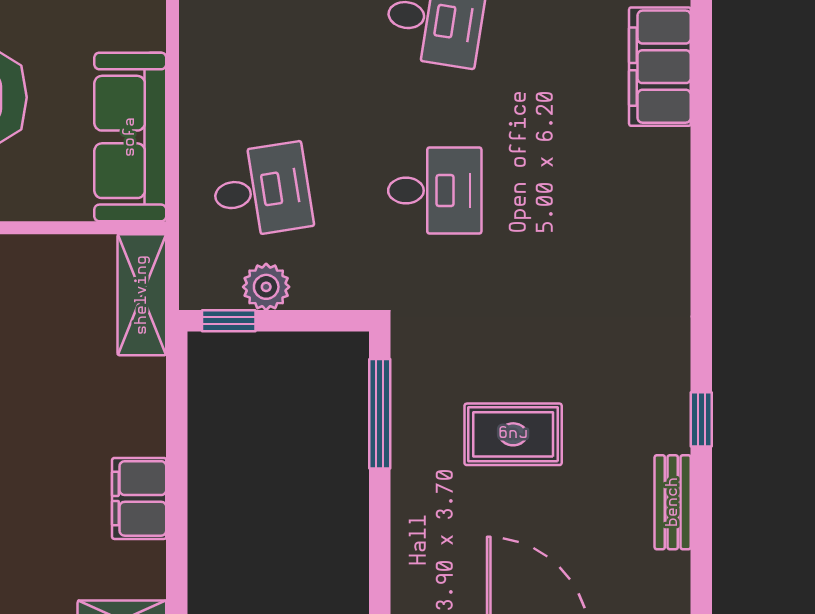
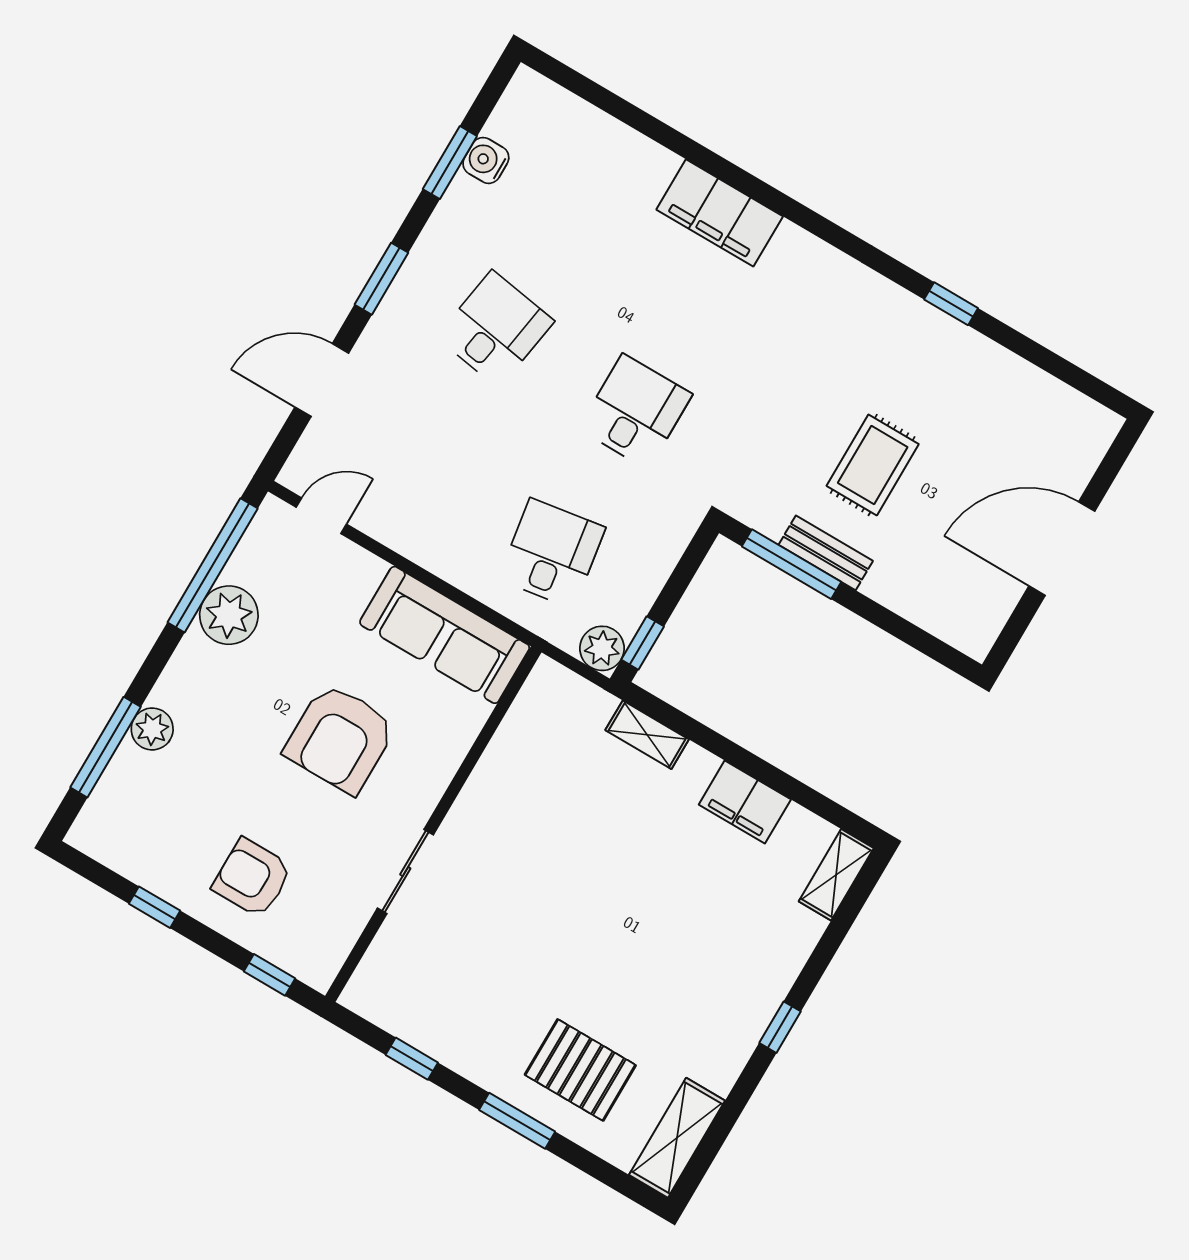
filing cabinet: (660, 67) -> (720, 213), moved
plant: (266, 287) -> (602, 648), moved
shelving: (142, 295) -> (647, 735), moved, width x0.67, depth x0.75
bench: (673, 502) -> (826, 553), moved

